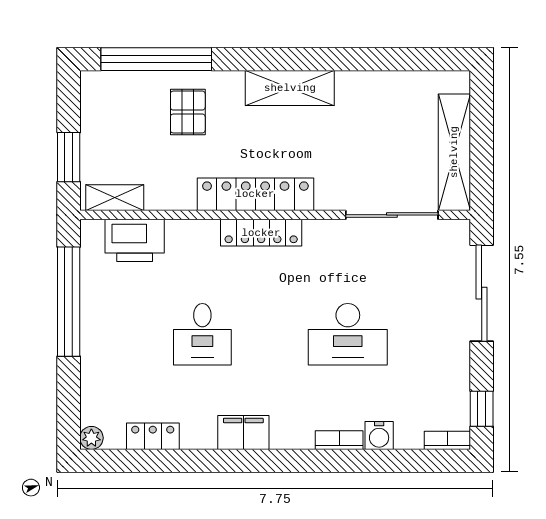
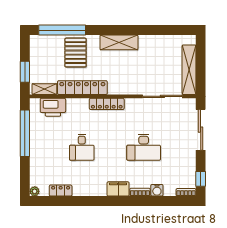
pallet: (188, 112) -> (76, 53), width x1.50, depth x1.42
locker: (255, 194) -> (82, 88), moved
filing cabinet: (243, 432) -> (118, 189), moved

